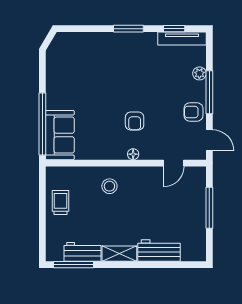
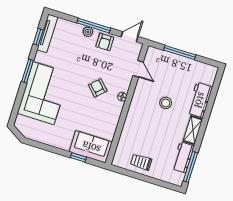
corner sofa: (107, 57) -> (44, 93), added
plant: (199, 73) -> (88, 32), moved
armchair: (135, 121) -> (98, 88), turned -135
window: (42, 124) -> (78, 157), width x0.32
stool: (109, 186) -> (166, 103), moved

